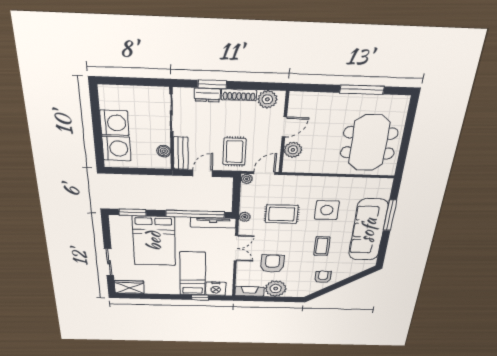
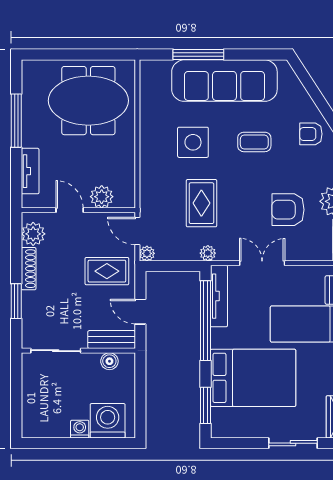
dresser: (207, 95) -> (30, 307), removed
tv unit: (319, 99) -> (30, 171), added
washing machine: (114, 123) -> (80, 429), width x0.53, depth x0.53

